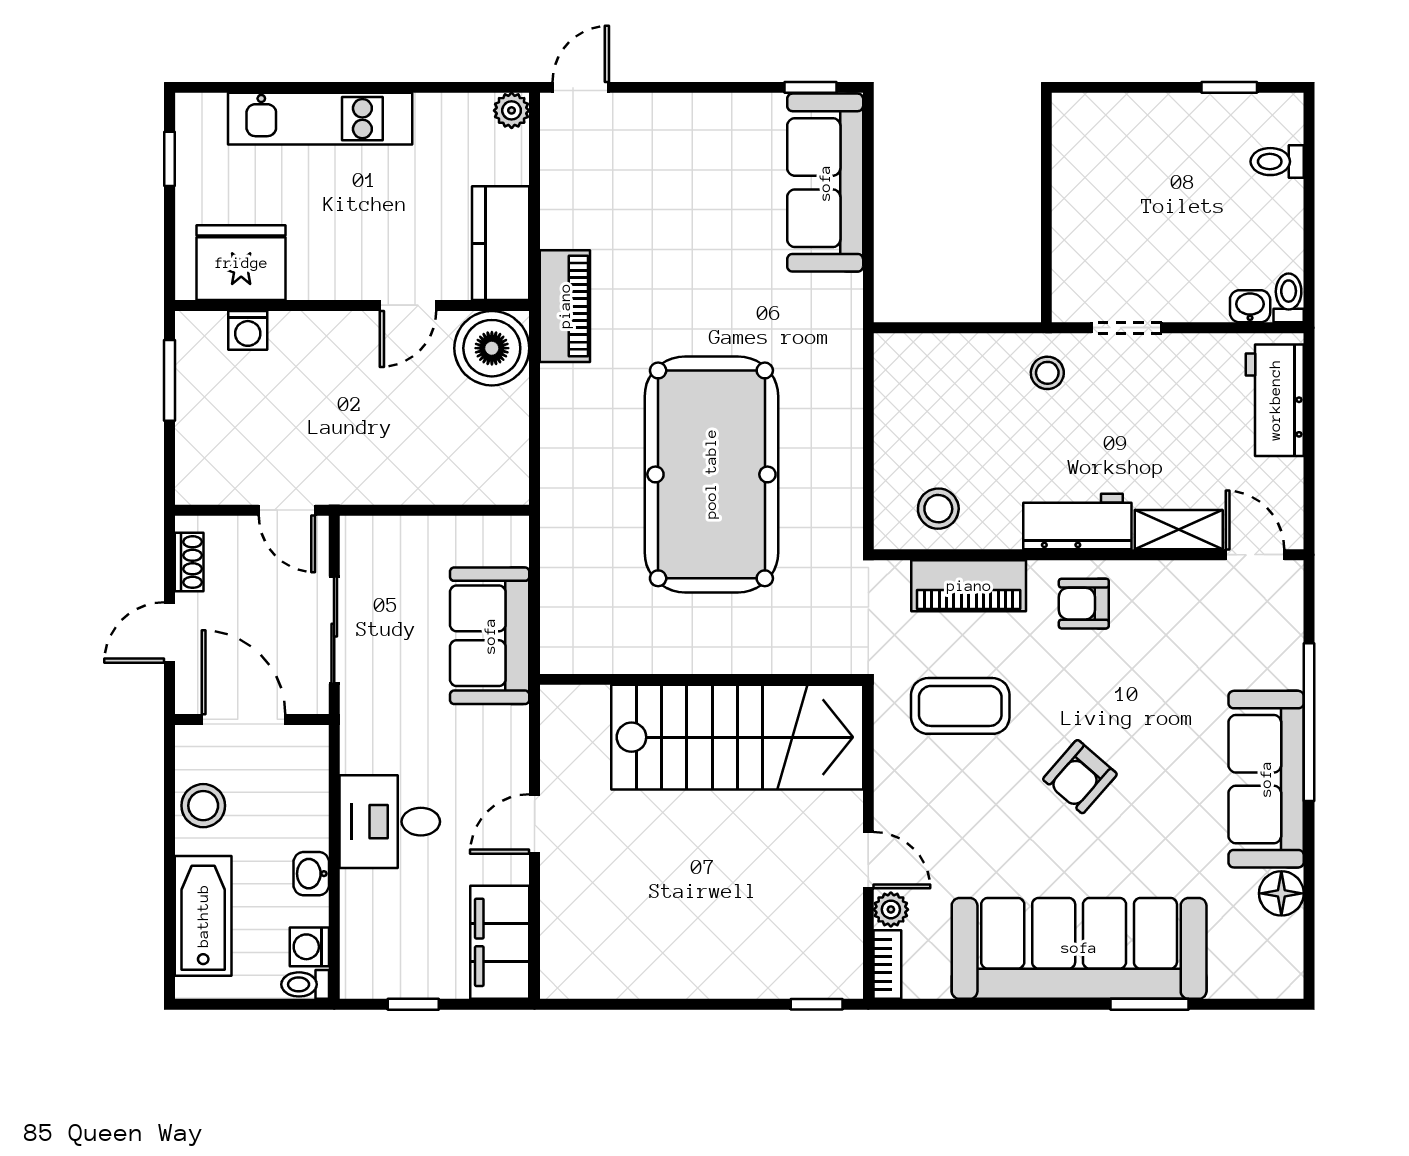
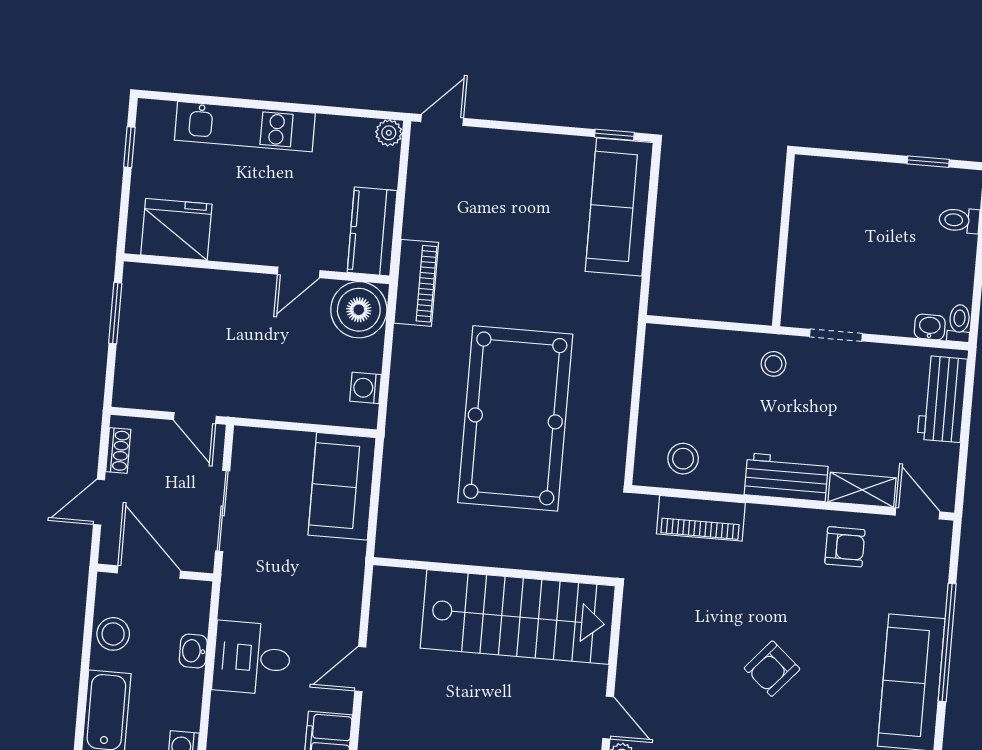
washing machine: (248, 330) -> (366, 388), moved, turned 90
armchair: (1084, 604) -> (845, 547), moved, turned 180
sofa: (490, 636) -> (342, 486), moved
coffee table: (960, 706) -> (687, 608), removed
washbasin: (311, 874) -> (193, 651), moved

